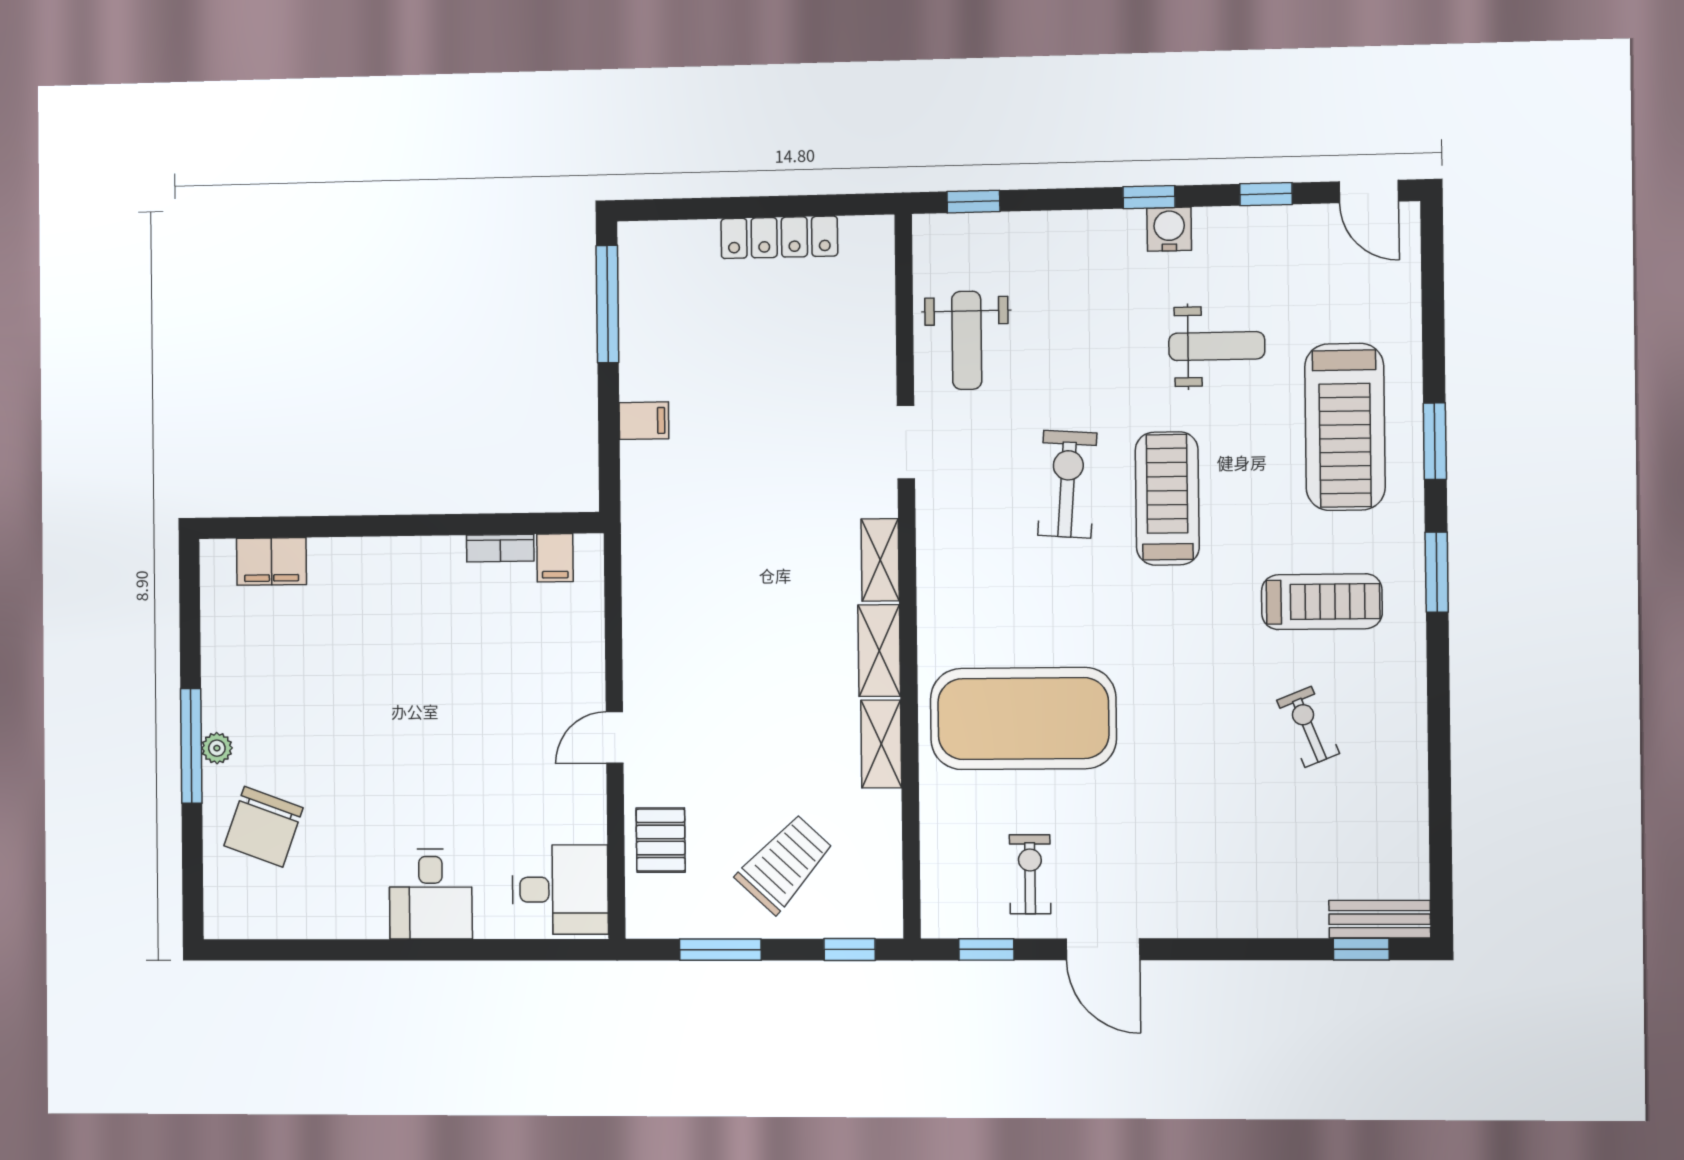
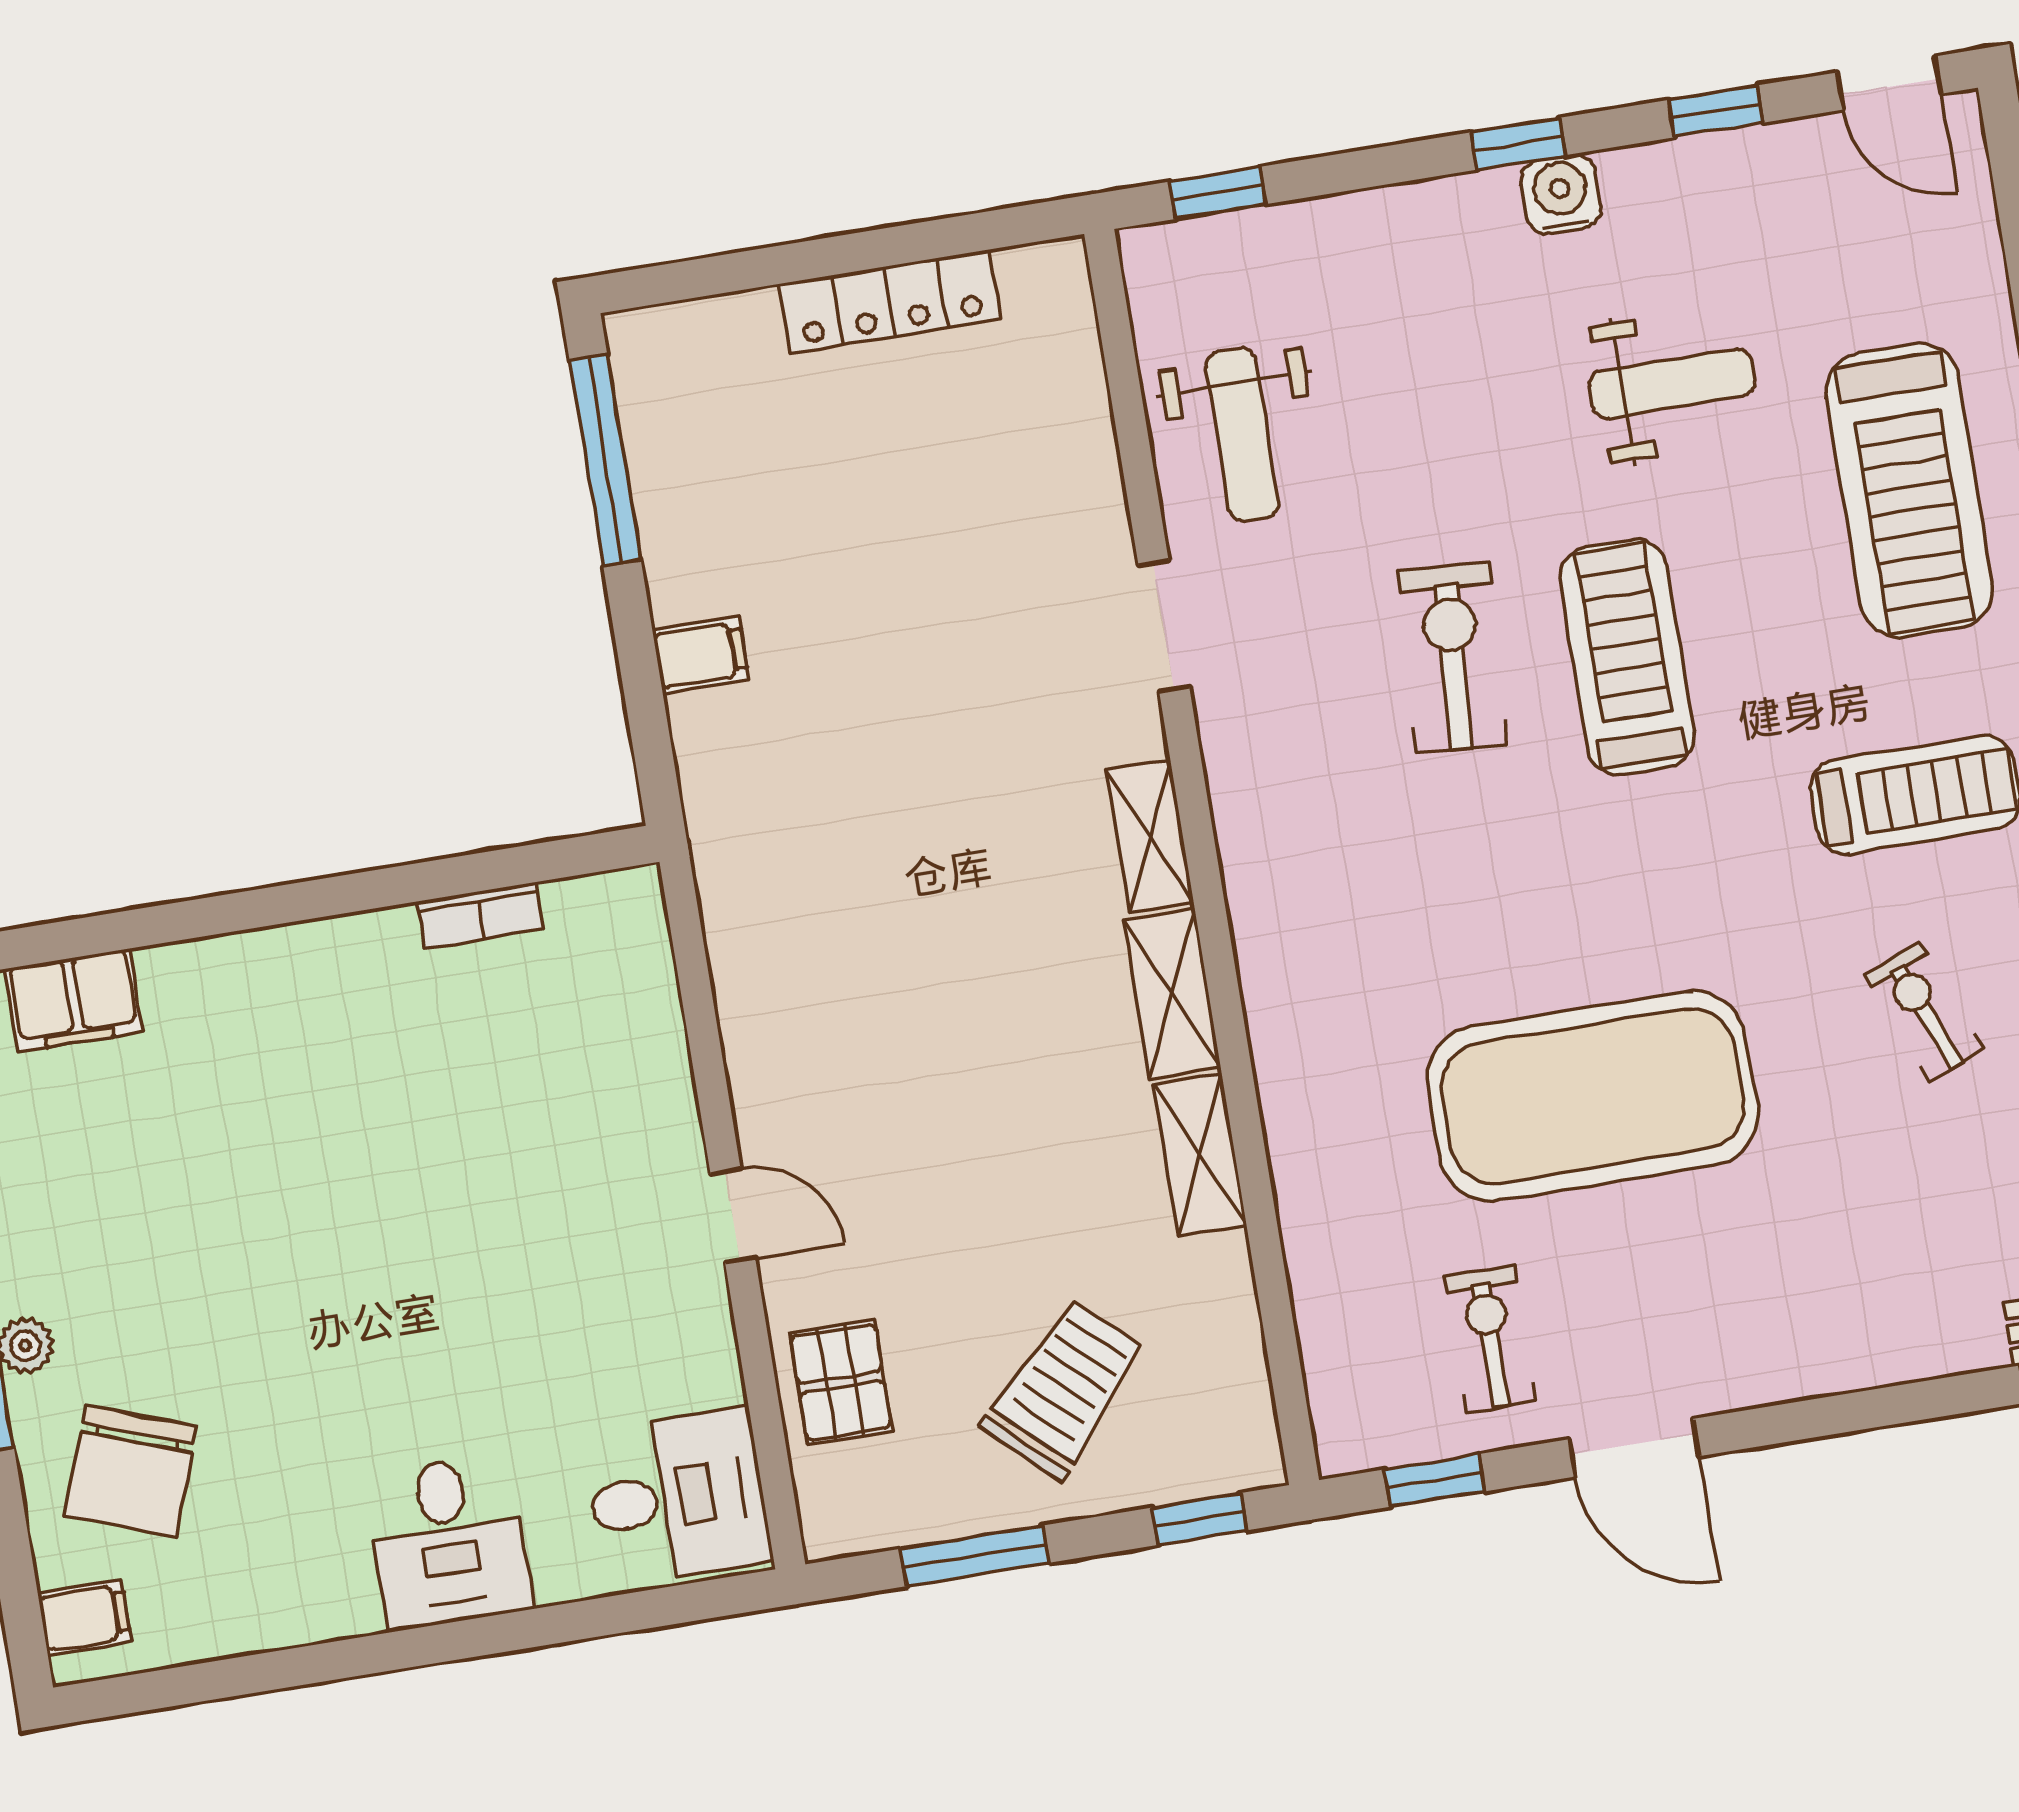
filing cabinet: (555, 558) -> (85, 1618), moved, turned -90
exercise mat: (1023, 719) -> (1592, 1096), moved
door: (615, 738) -> (733, 1216), swing flipped

